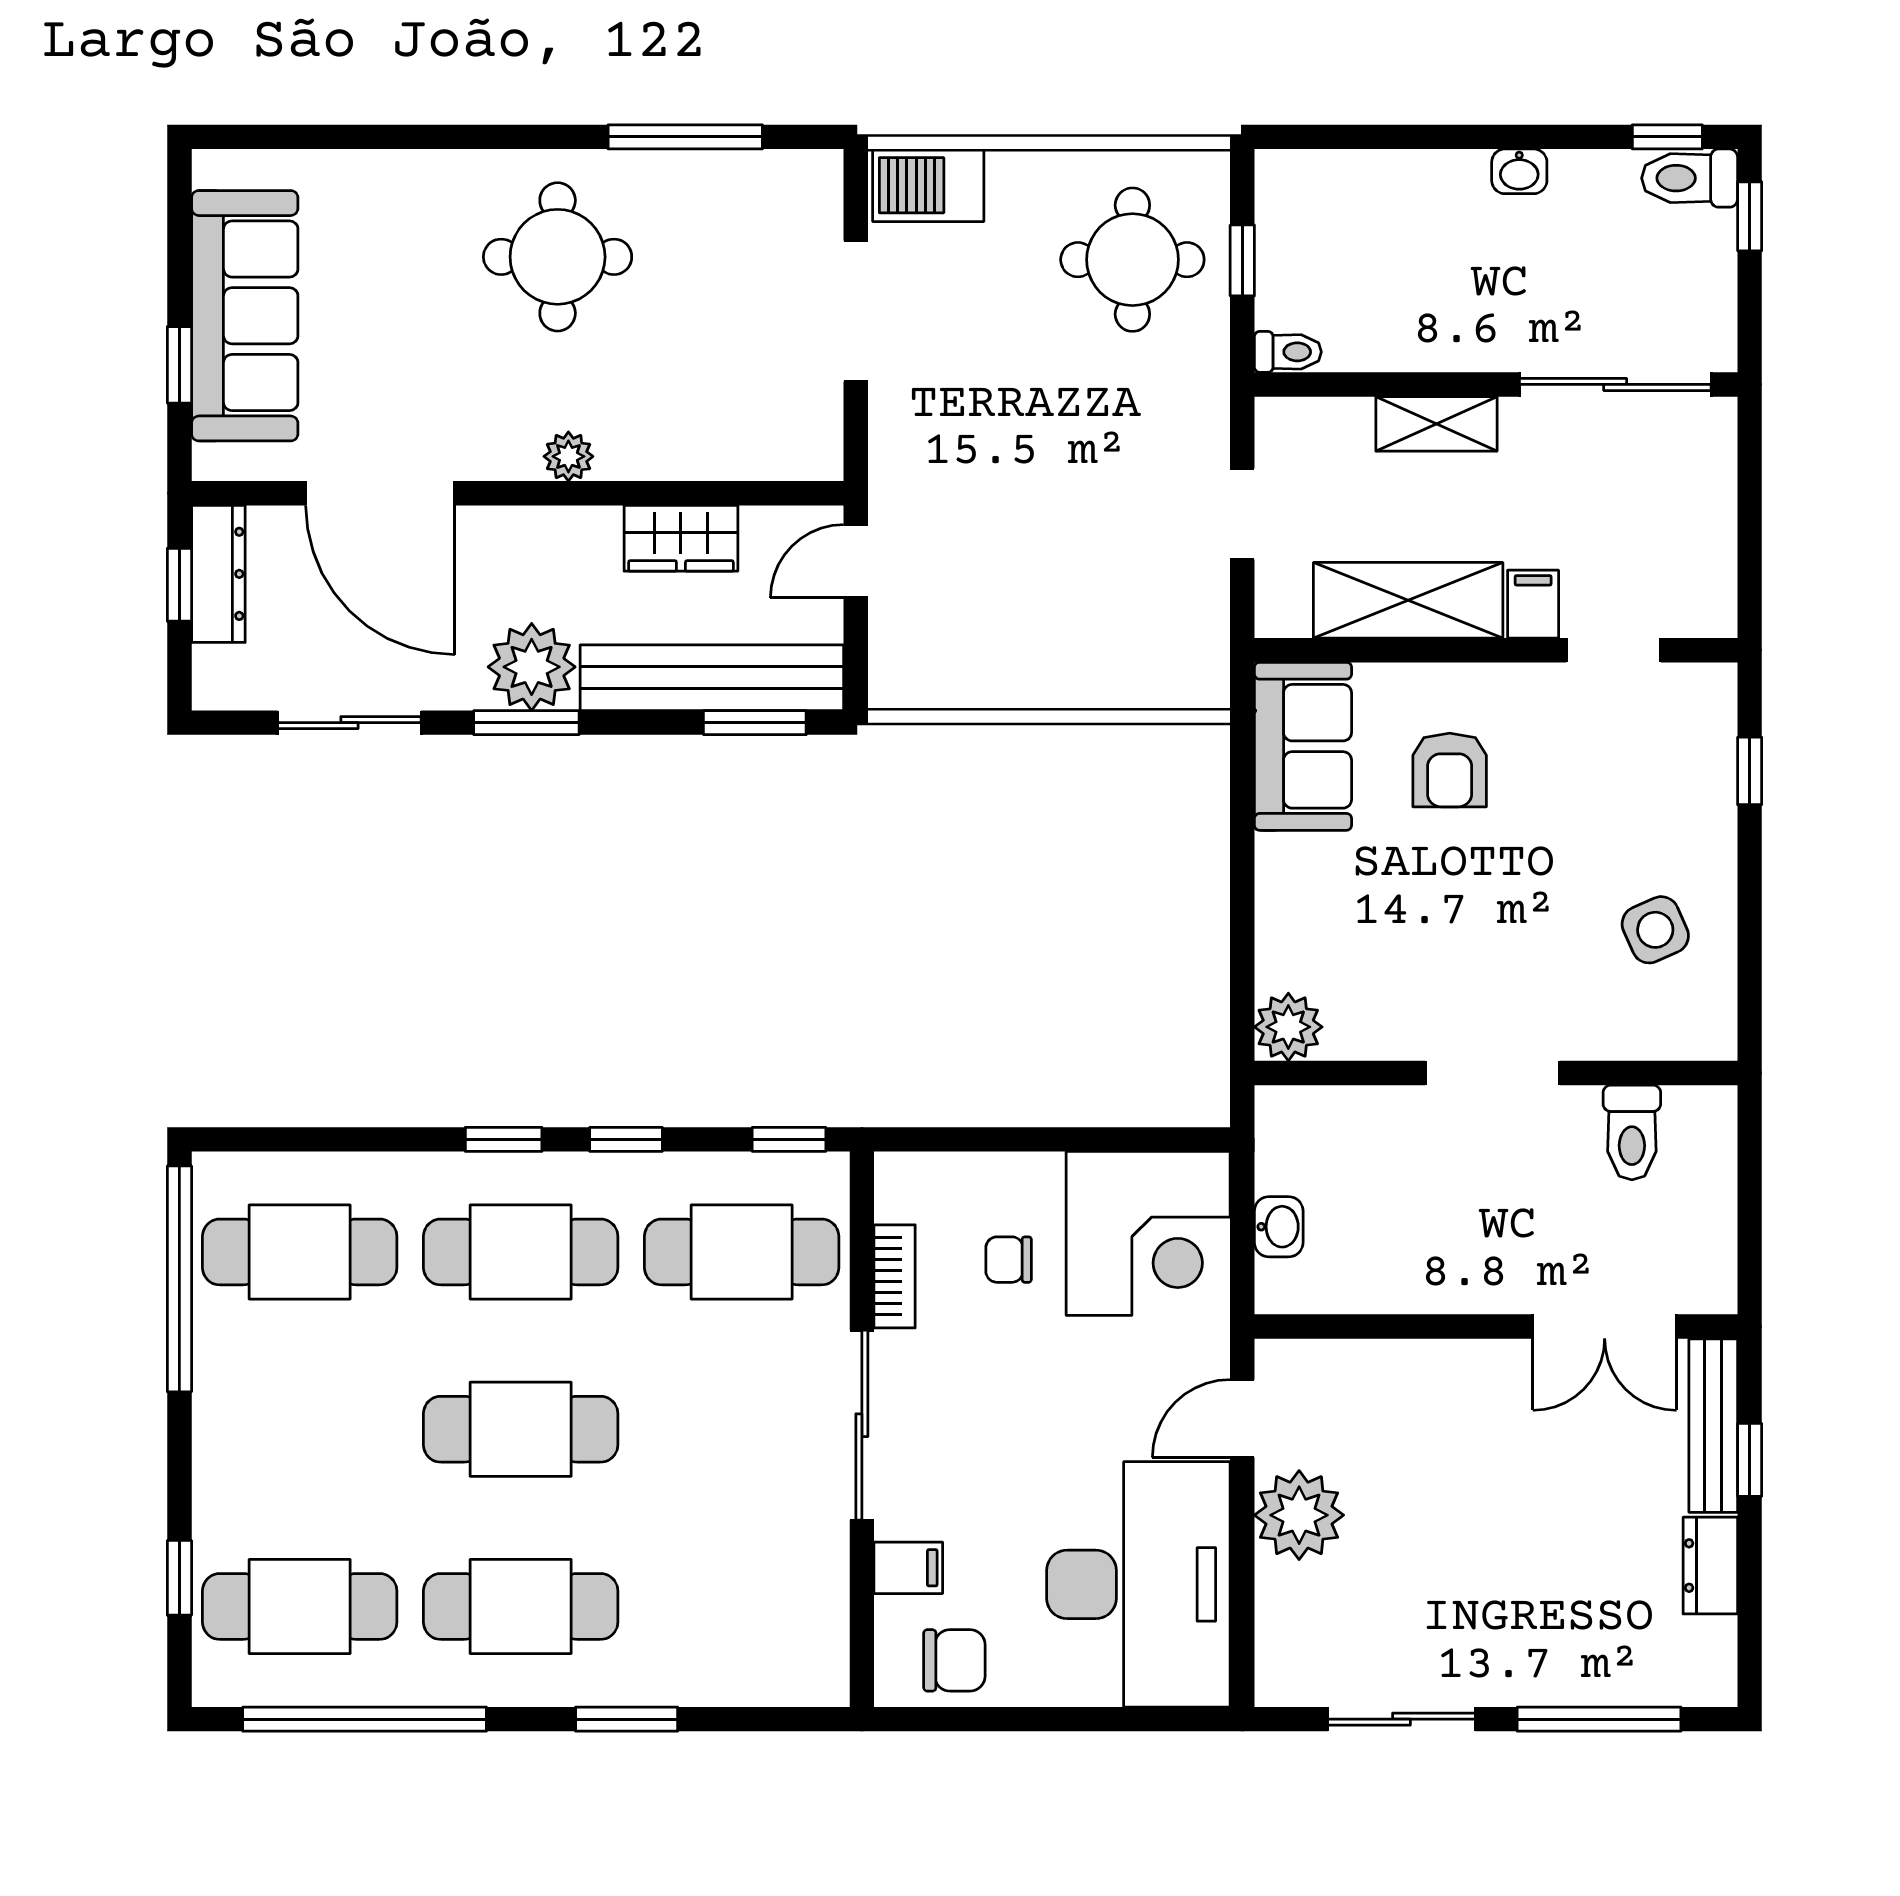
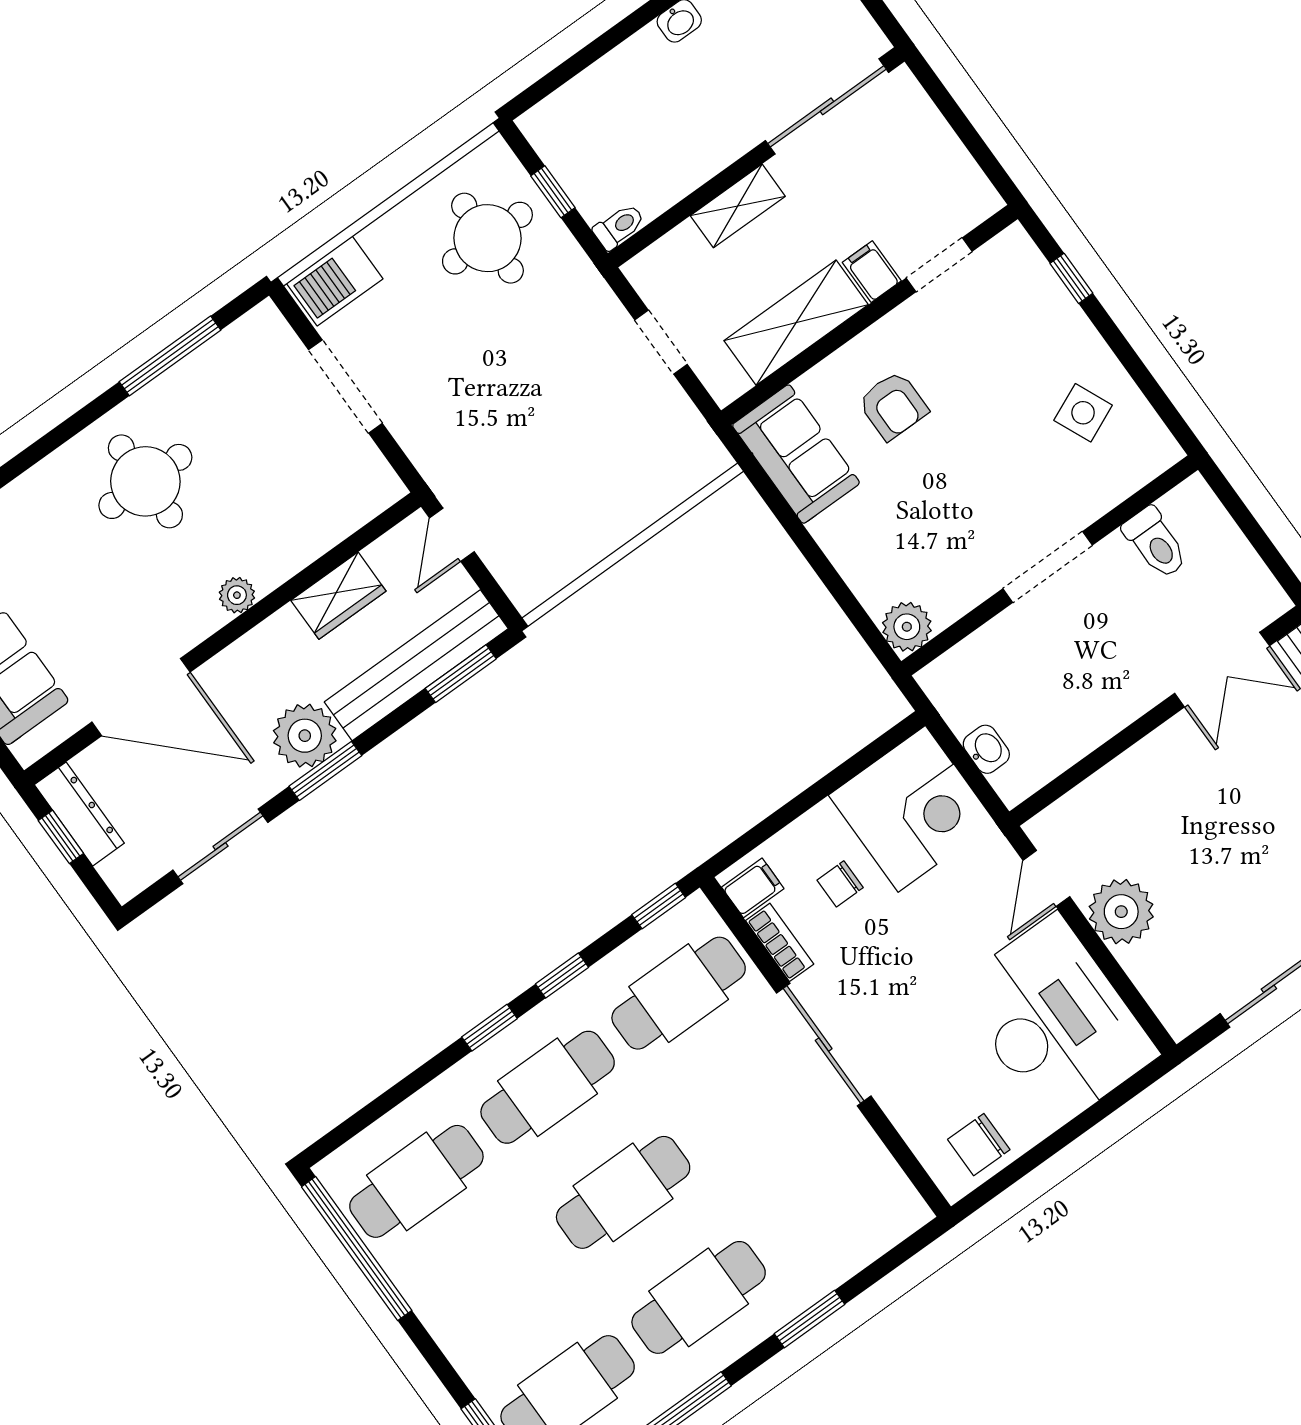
filing cabinet: (908, 1568) -> (753, 888), moved
chair: (954, 1660) -> (979, 1145), turned 180

